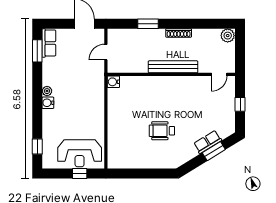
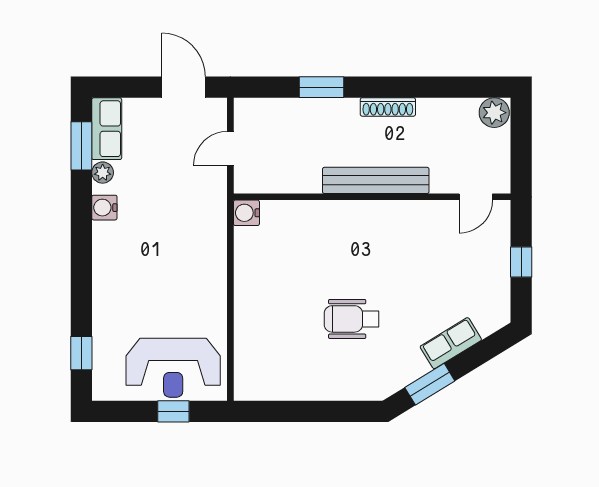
plant: (47, 91) -> (103, 173), moved
water cooler: (48, 103) -> (104, 208), moved
window: (214, 151) -> (430, 384), moved

